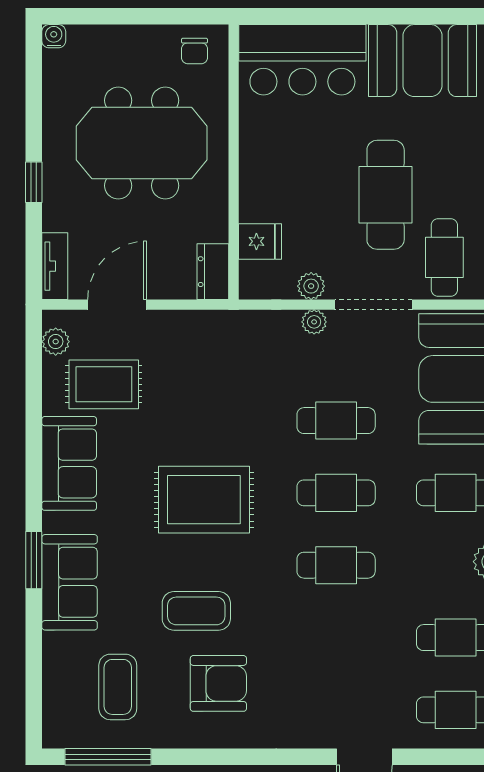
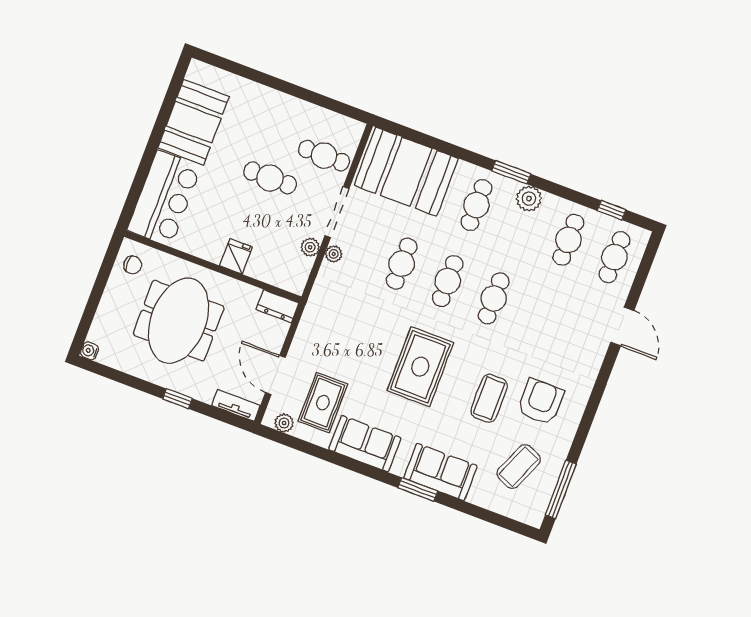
cafe table: (386, 195) -> (270, 178), width x0.73, depth x0.74
fridge: (260, 241) -> (236, 256), moved
coffee table: (118, 687) -> (519, 467), turned -67

